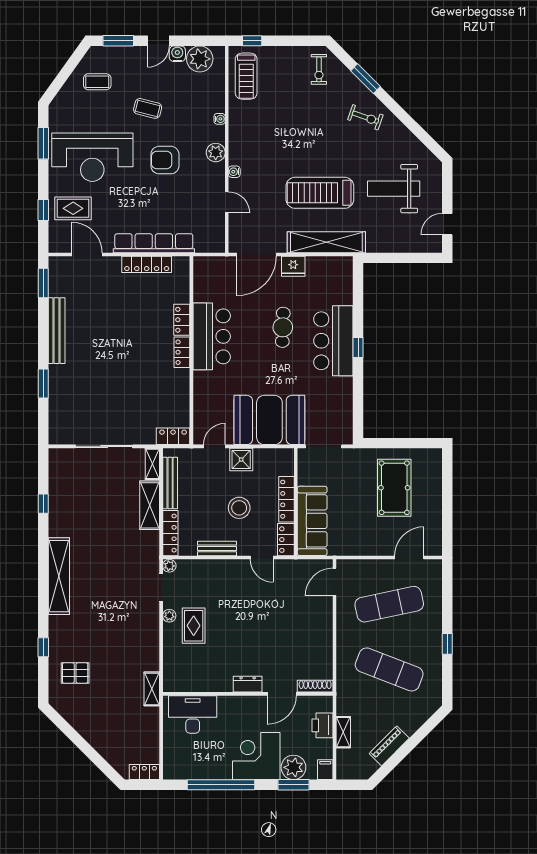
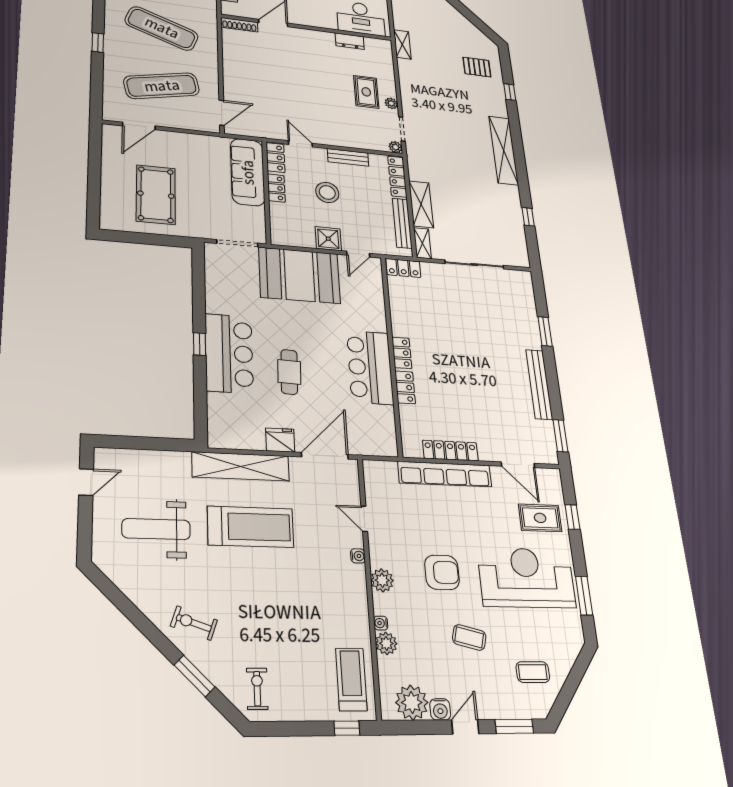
plant: (216, 103) -> (386, 643), added
weight bench: (394, 189) -> (156, 529), turned 180
locker: (286, 499) -> (276, 188), width x0.66
dresser: (248, 684) -> (350, 41), moved

